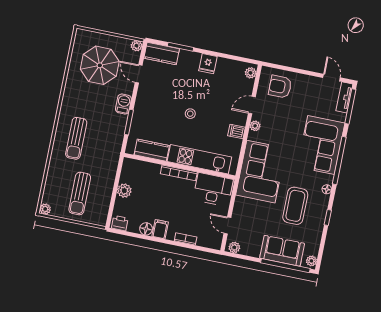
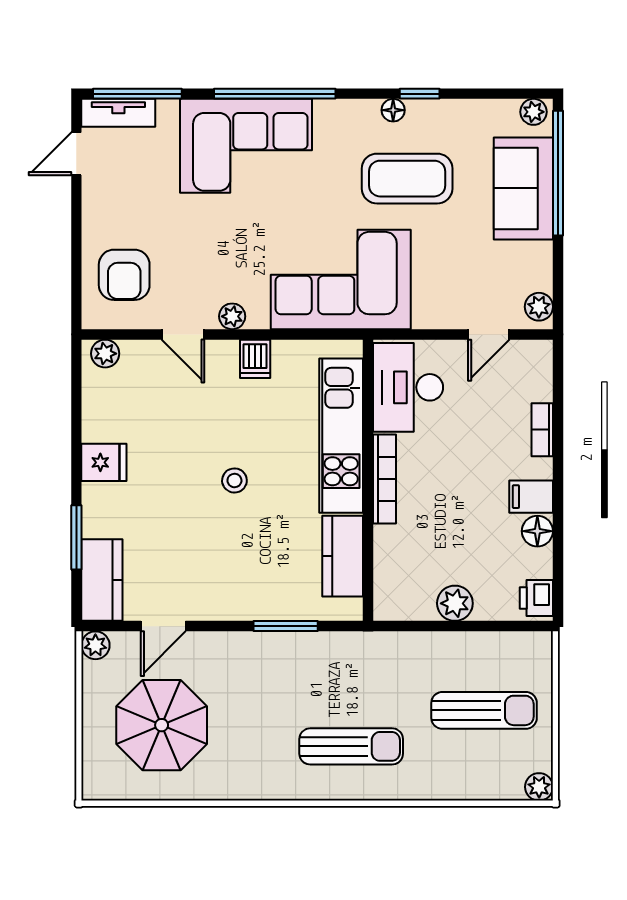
barbecue: (123, 104) -> (244, 648), removed
floor lamp: (327, 189) -> (393, 110), moved

